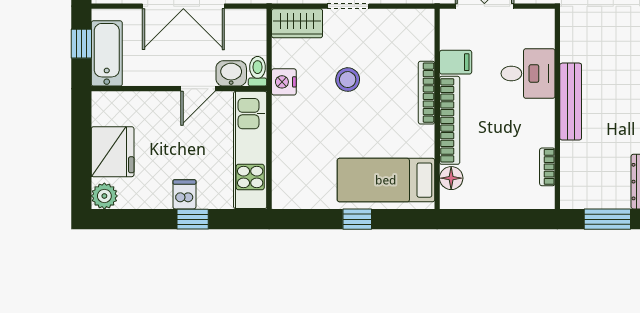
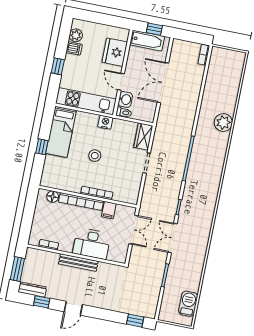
desk: (528, 74) -> (92, 244), width x1.37
stool: (348, 80) -> (95, 156), moved
nightstand: (284, 82) -> (105, 122), moved
fridge: (113, 152) -> (115, 52), moved, turned 90
bed: (386, 180) -> (61, 132), moved, turned 180
dishwasher: (184, 194) -> (74, 48), moved
plant: (104, 196) -> (76, 35), moved

